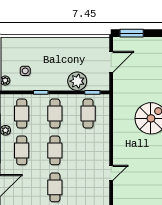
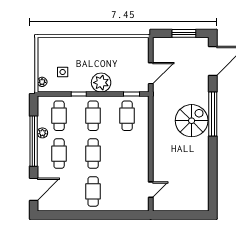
window: (132, 33) -> (184, 33), moved
door: (111, 62) -> (151, 73), moved
plant: (77, 81) -> (101, 83), moved
door: (111, 173) -> (151, 190), moved

